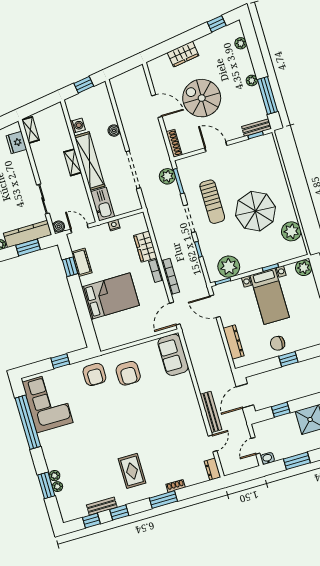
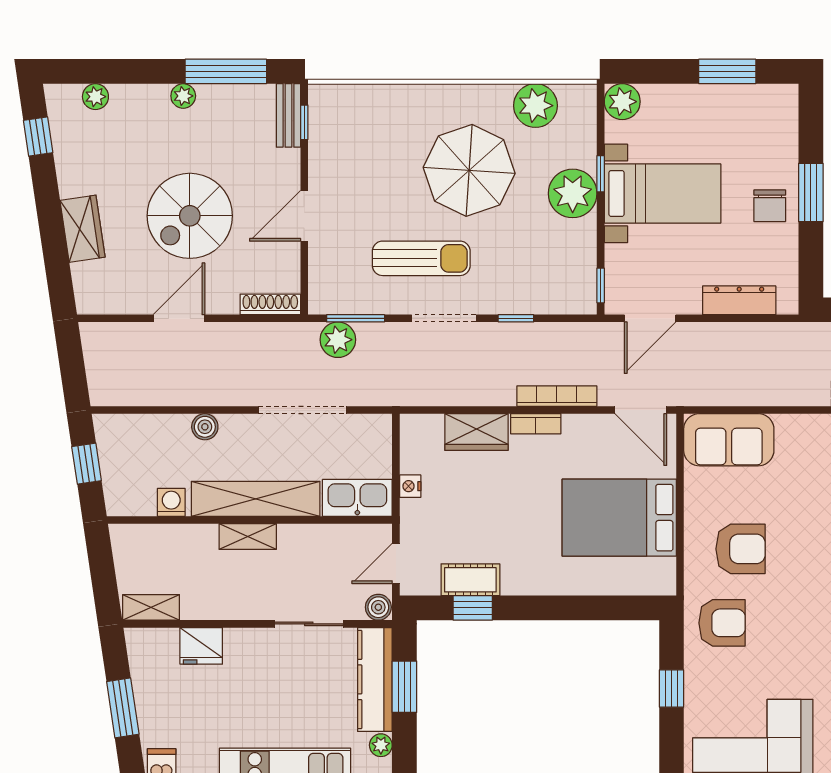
fridge: (16, 142) -> (201, 646), moved
plant: (229, 267) -> (573, 193), moved
bed: (110, 296) -> (619, 518), moved, turned -90
window: (288, 359) -> (811, 192), width x1.50

